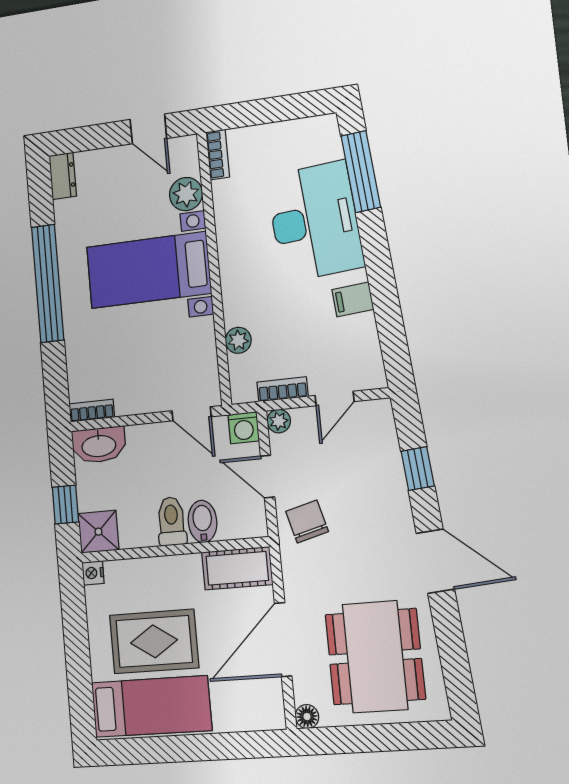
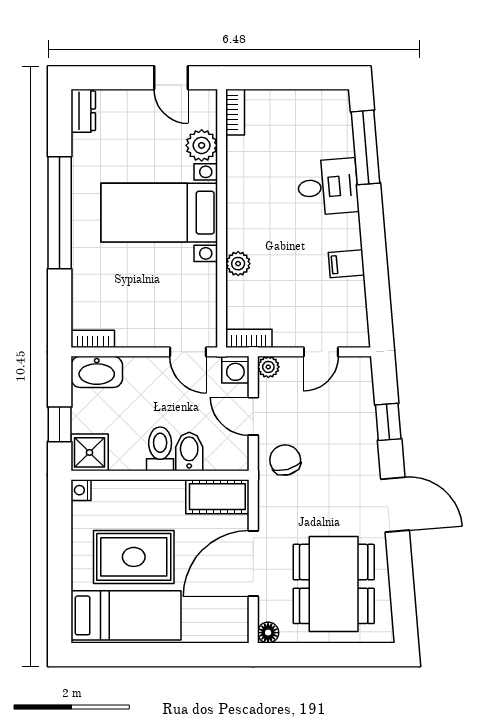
desk: (315, 221) -> (328, 187), width x0.53, depth x0.77
plant: (238, 340) -> (238, 264), moved
bookcase: (282, 389) -> (249, 338), moved

